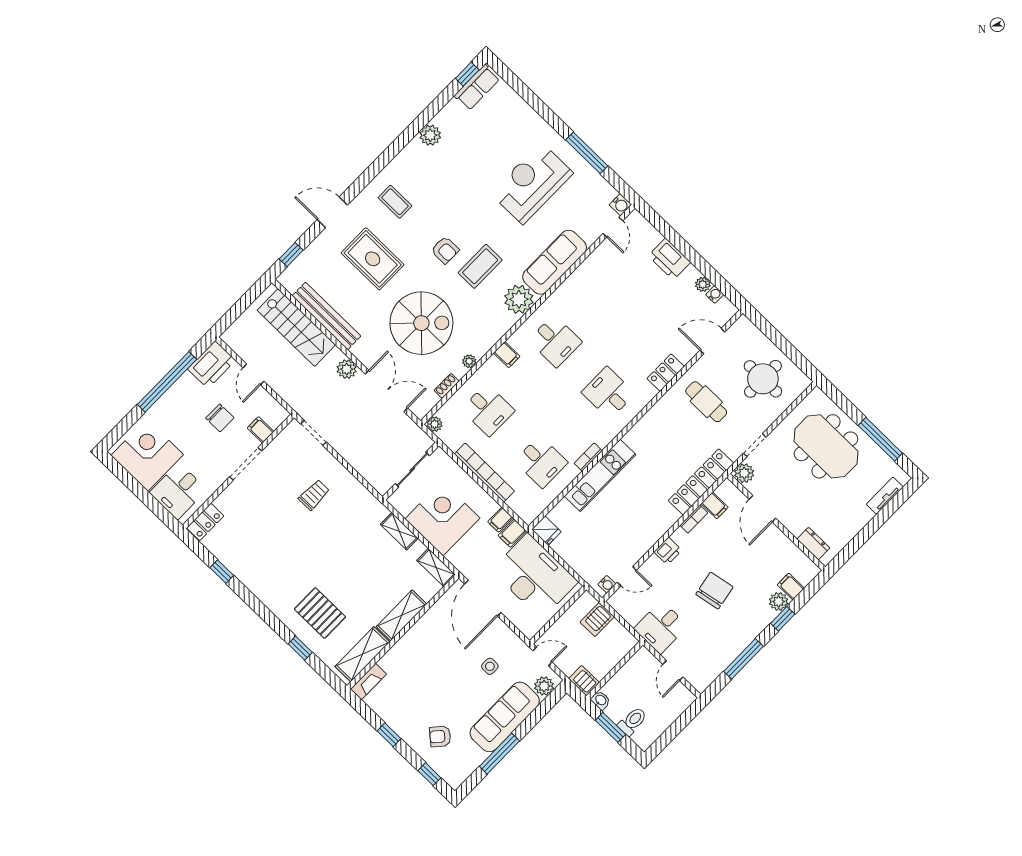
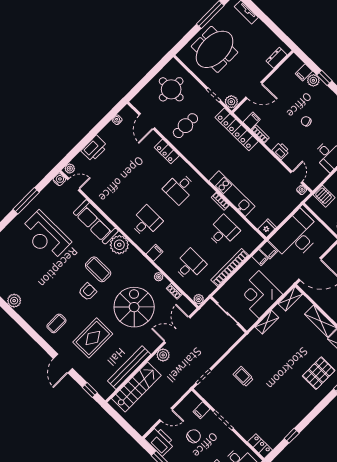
plant: (703, 284) -> (70, 169), moved
chair: (714, 591) -> (306, 121), width x0.54, depth x0.54

